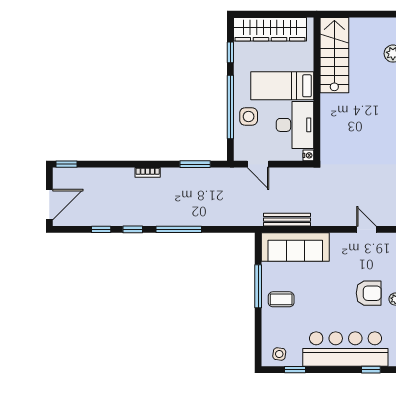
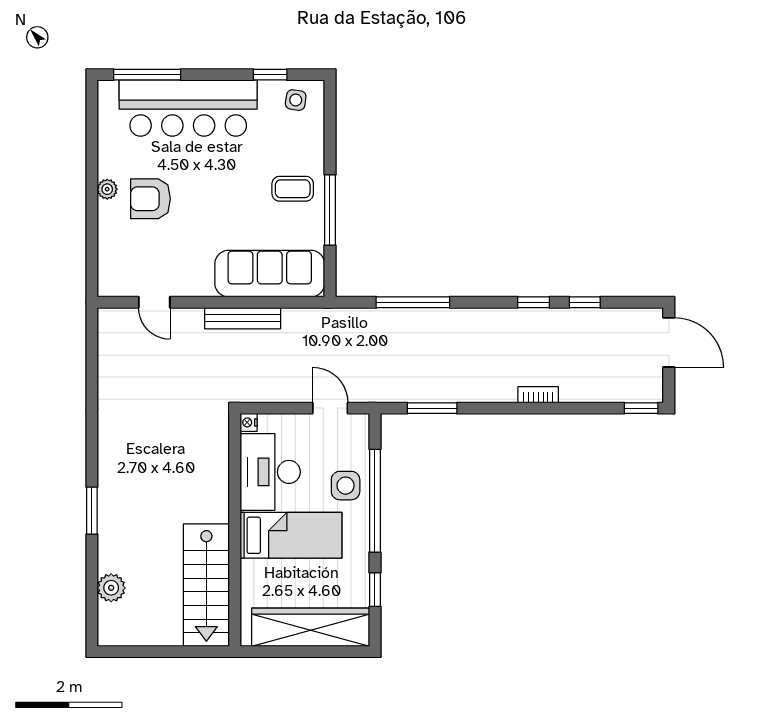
bookcase: (148, 172) -> (538, 395), moved
door: (49, 205) -> (669, 342), swing flipped
bench: (287, 220) -> (243, 318), moved
window: (179, 229) -> (413, 302), moved
window: (371, 370) -> (147, 75), width x2.17

